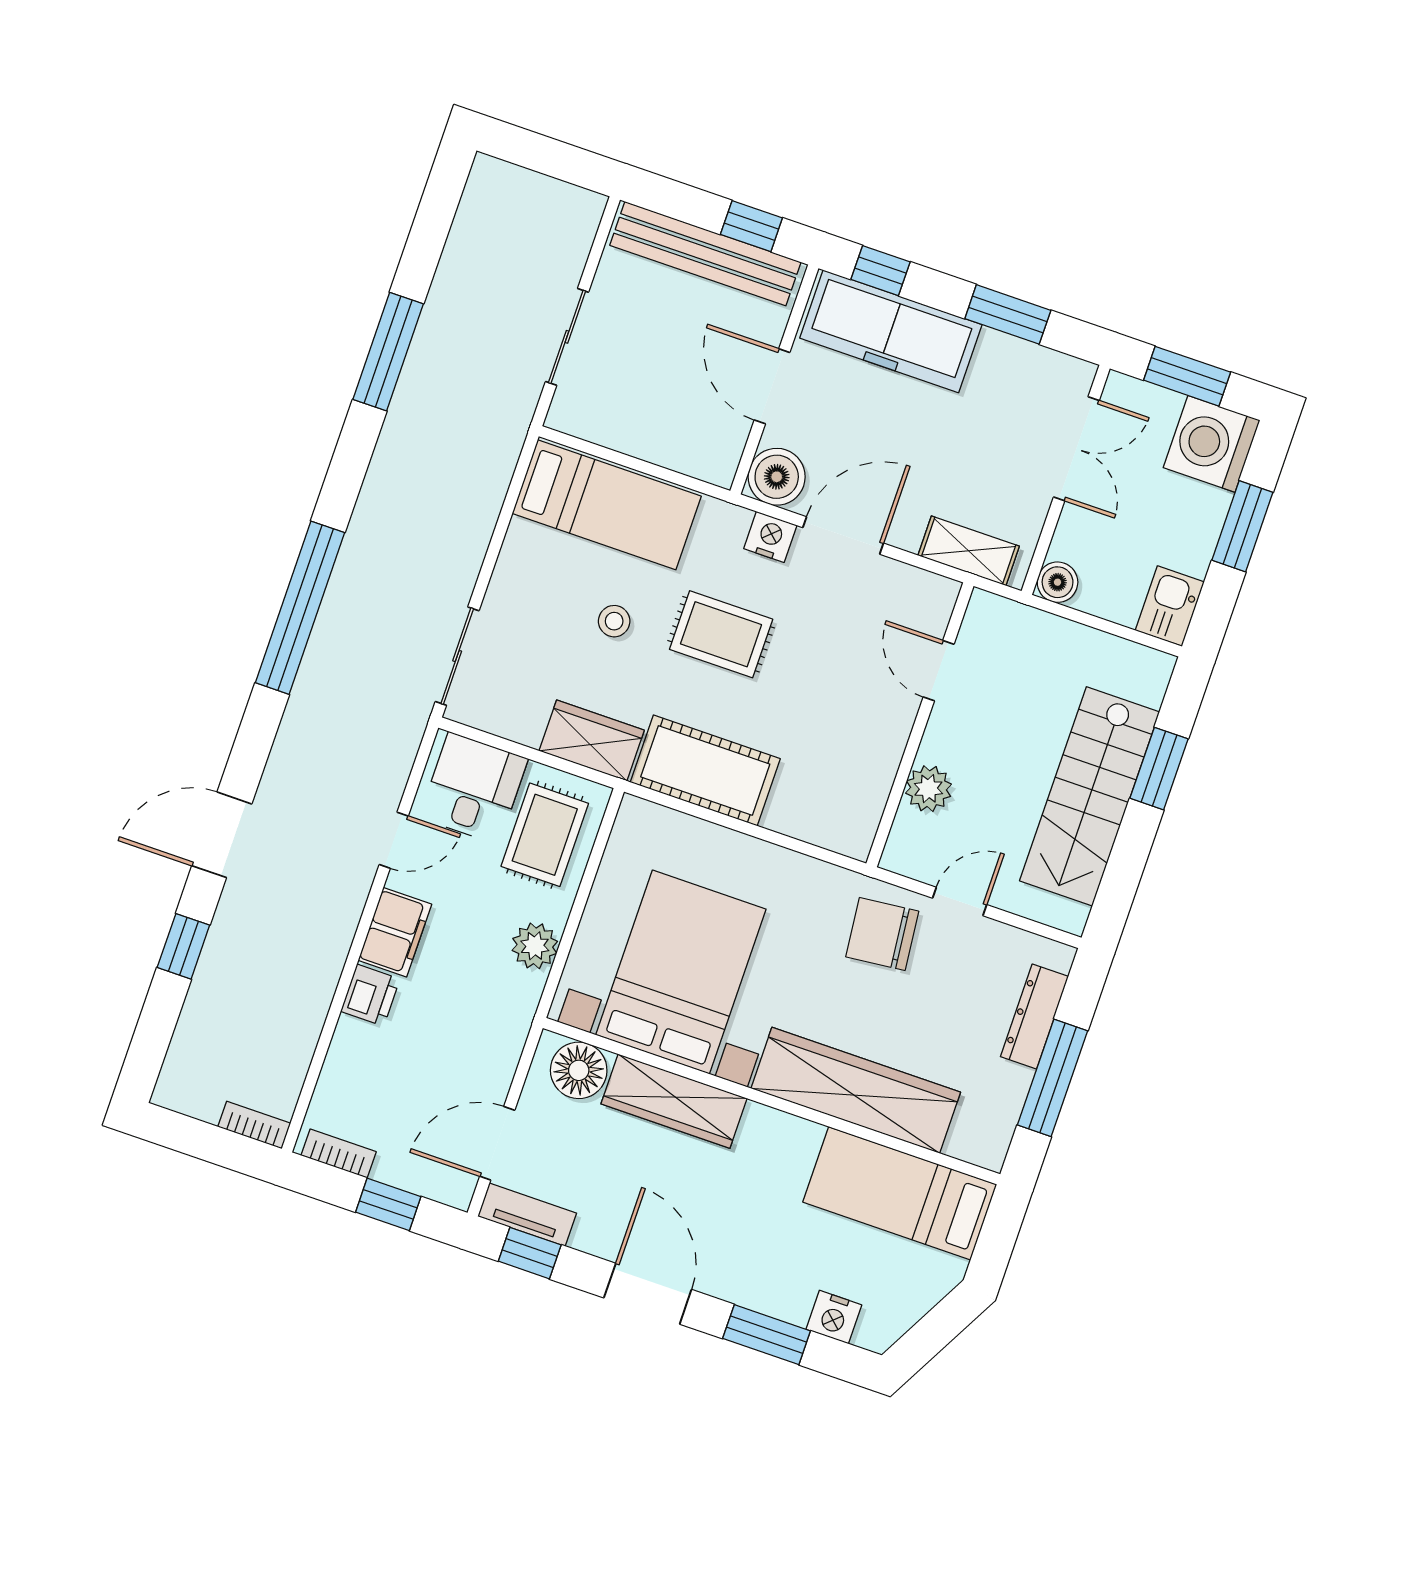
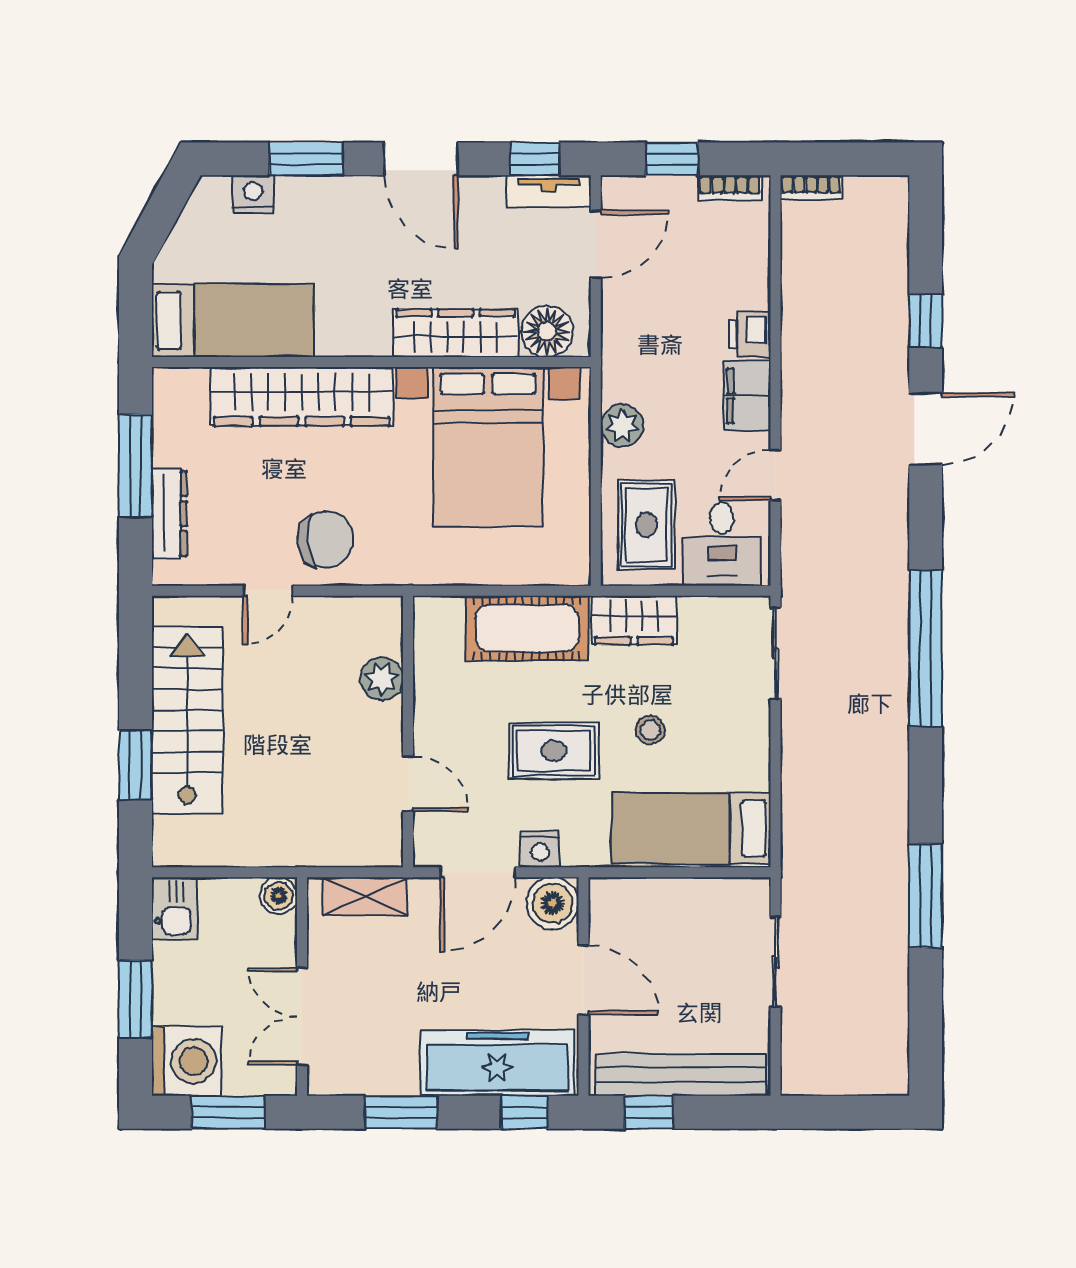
door: (939, 671) -> (408, 784), moved
wall: (920, 725) -> (408, 731), moved
plant: (928, 789) -> (382, 679), moved

